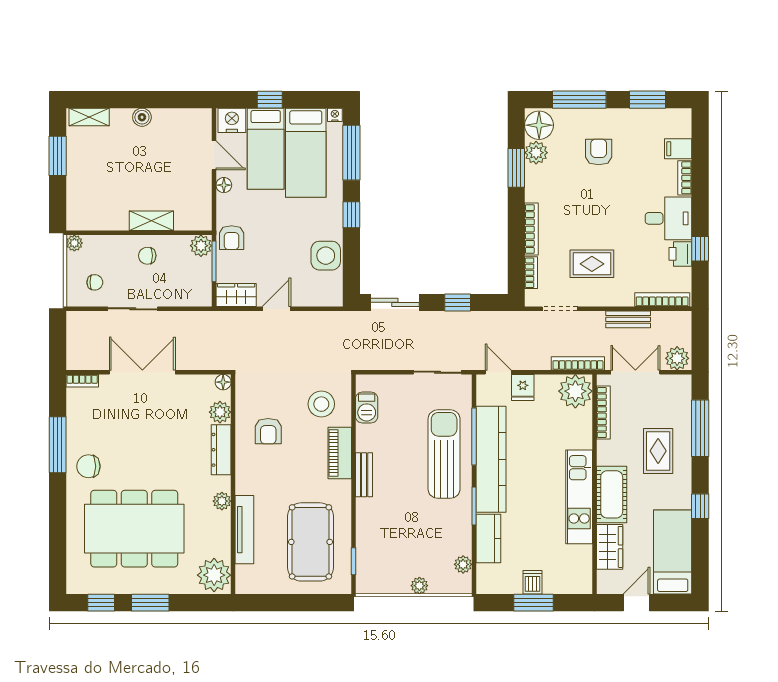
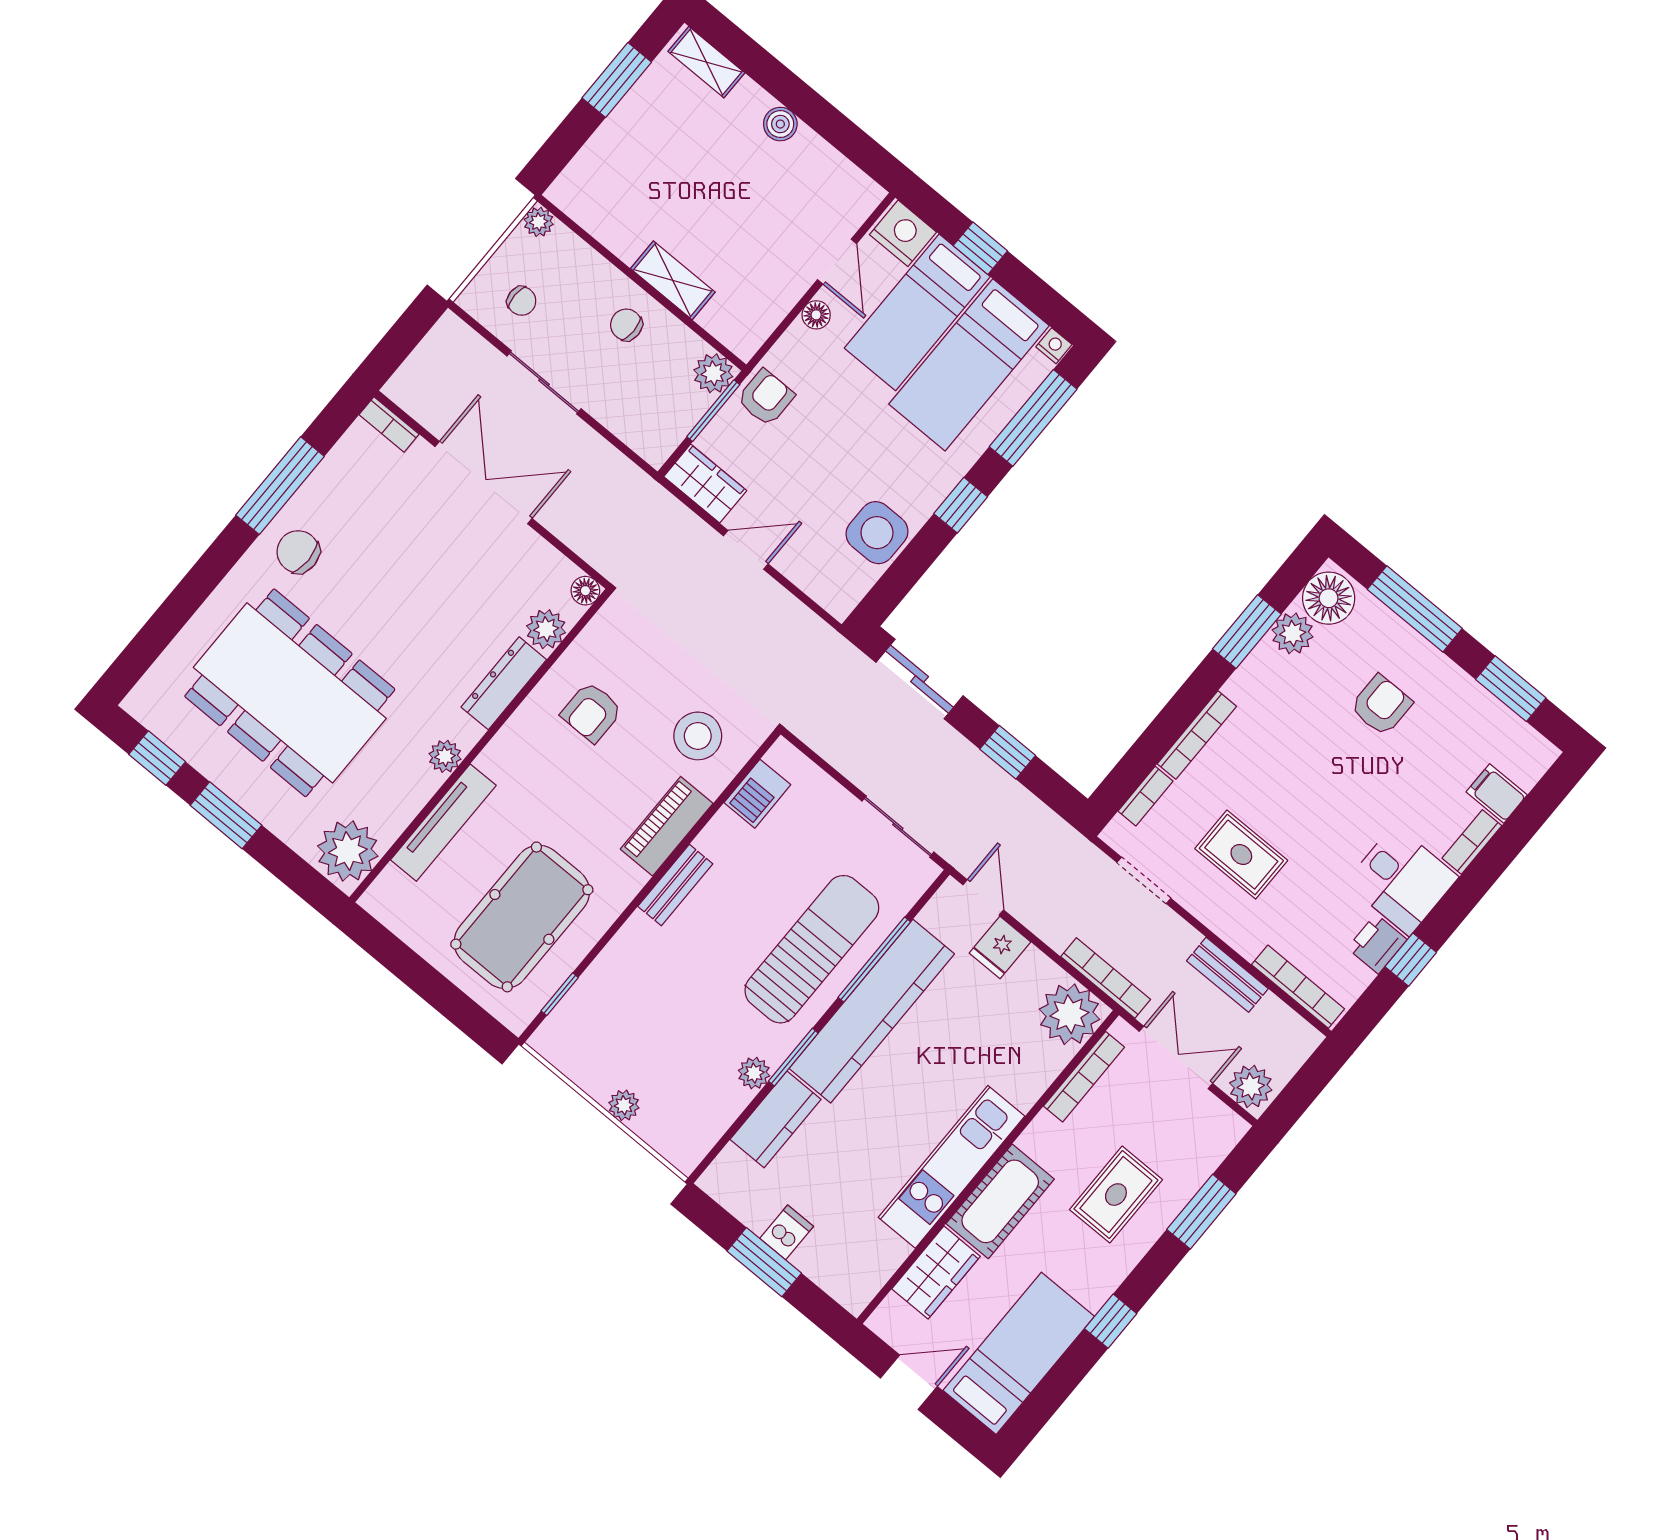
armchair: (232, 238) -> (766, 398), turned 180
window: (700, 428) -> (1201, 1212), width x0.69
plant: (463, 564) -> (754, 1073), moved

